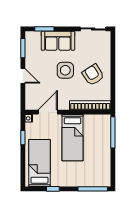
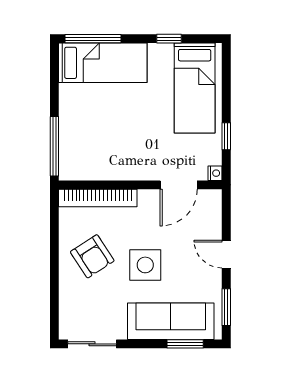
sofa: (58, 41) -> (171, 321), width x1.36
bed: (72, 138) -> (103, 63), moved, turned 90

